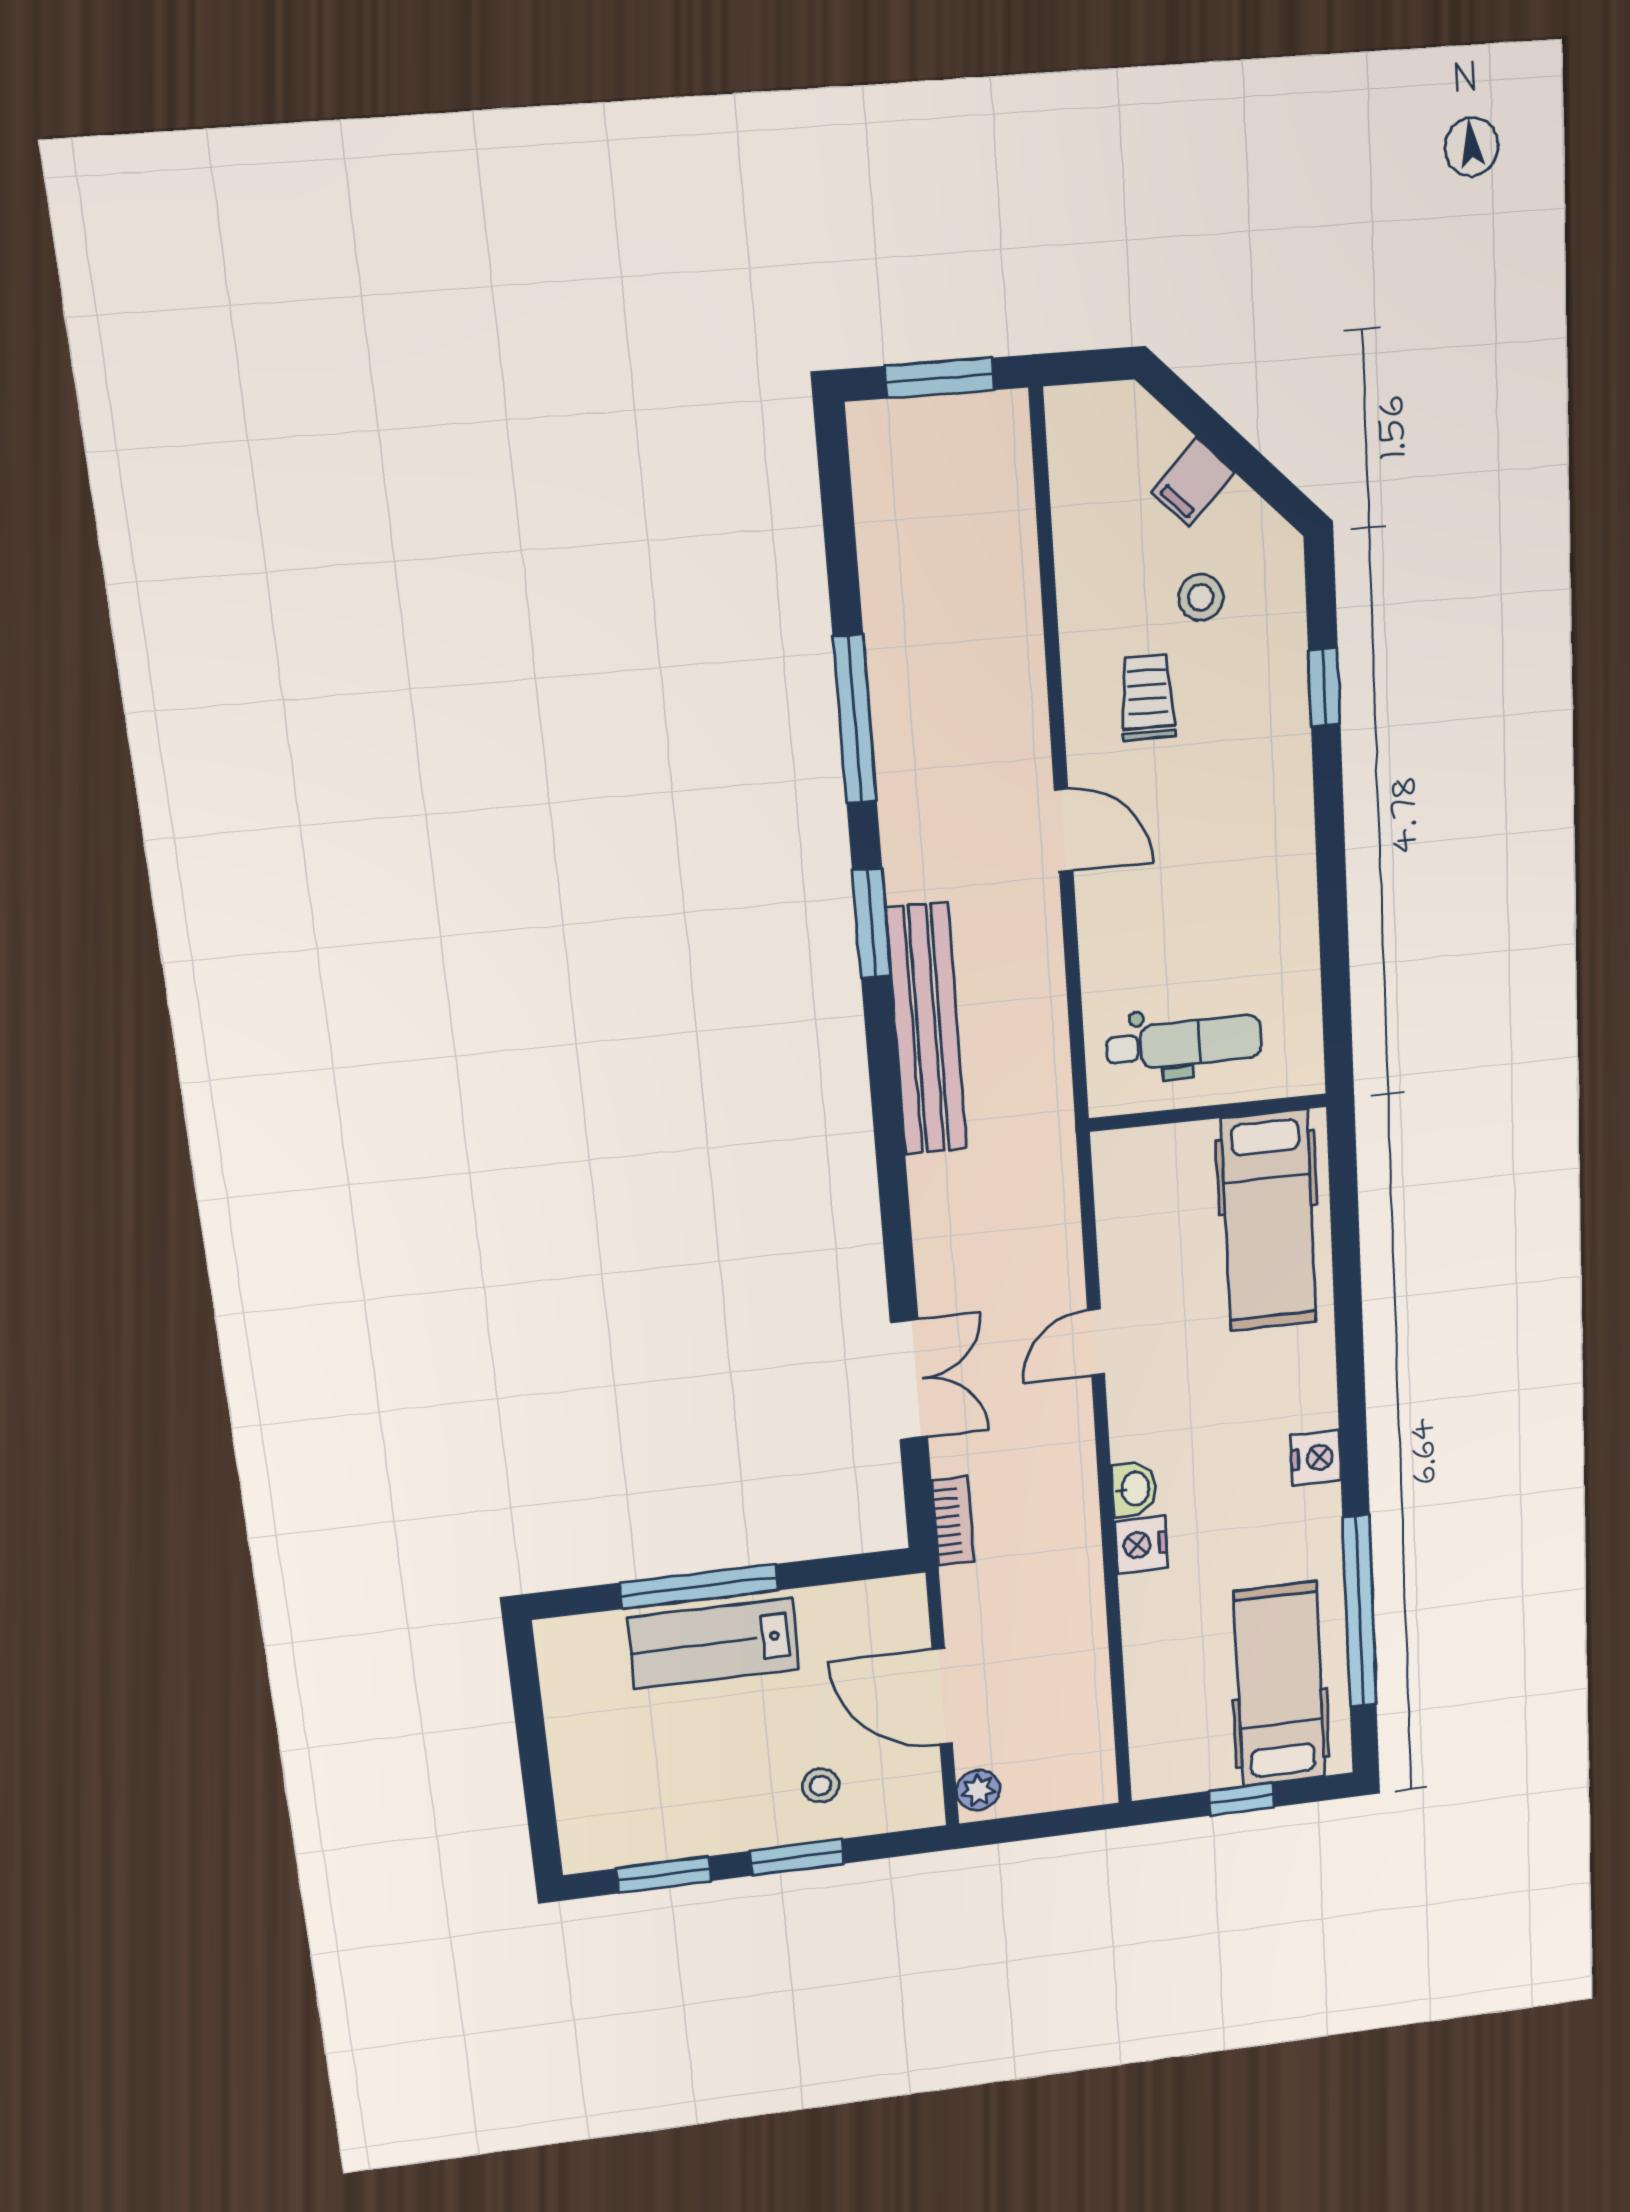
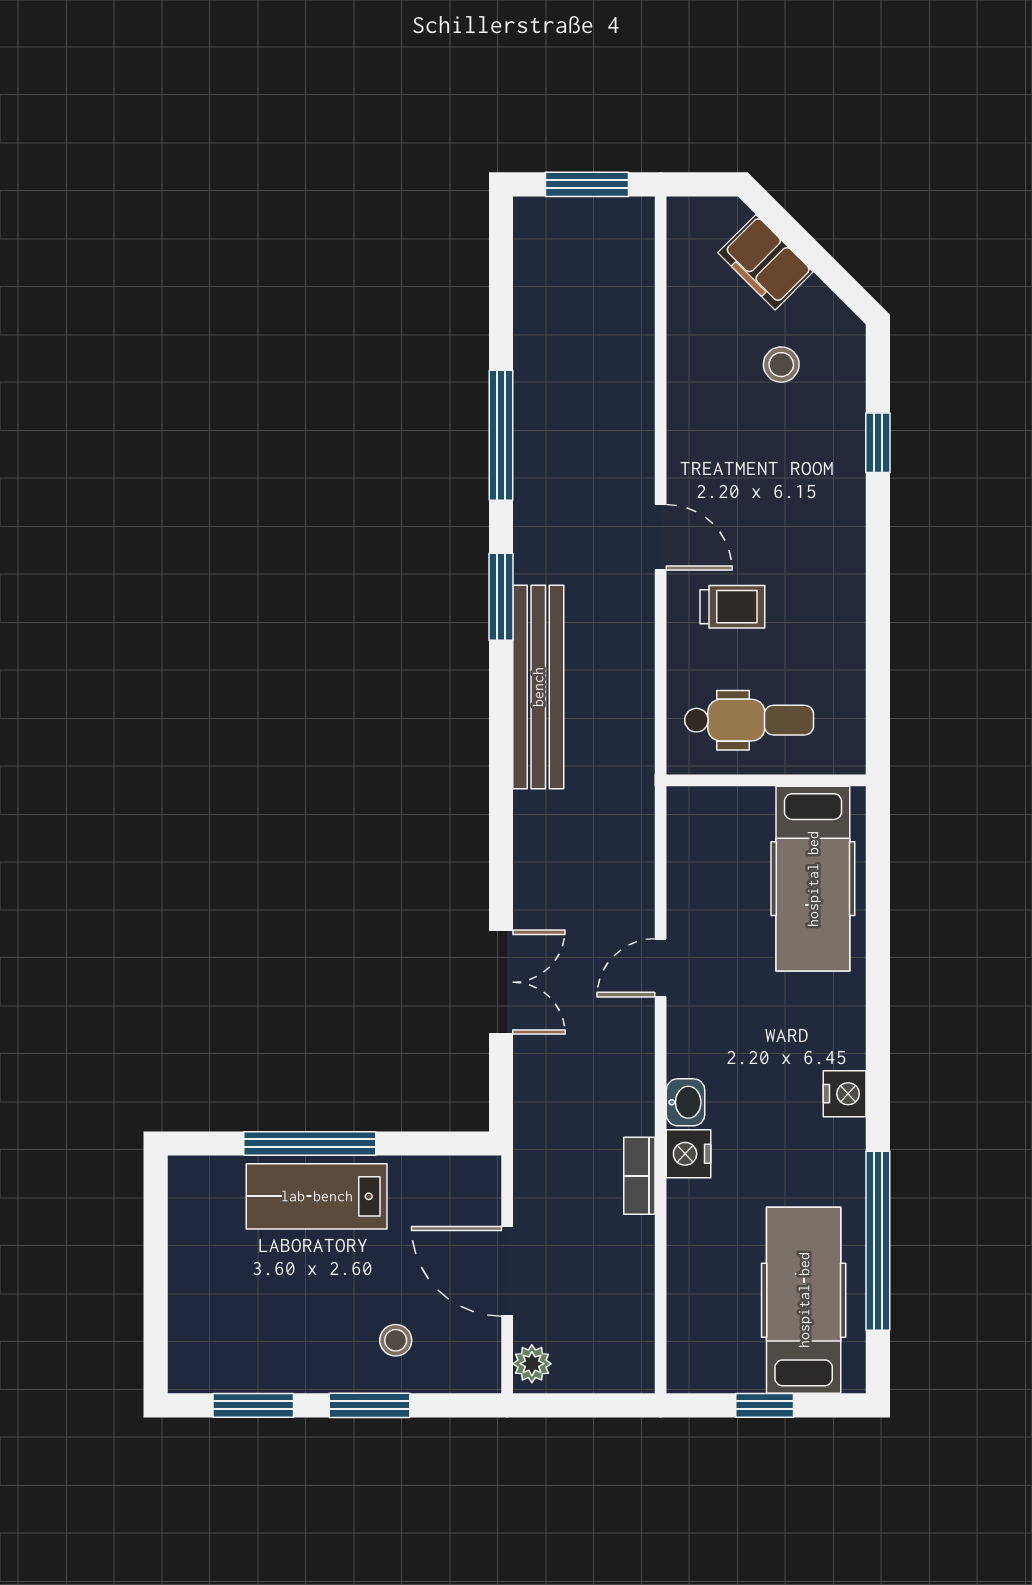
filing cabinet: (1193, 482) -> (765, 262), width x2.00
trolley: (1147, 698) -> (732, 607), moved, turned 90
bookcase: (953, 1521) -> (639, 1176), moved, turned 180

